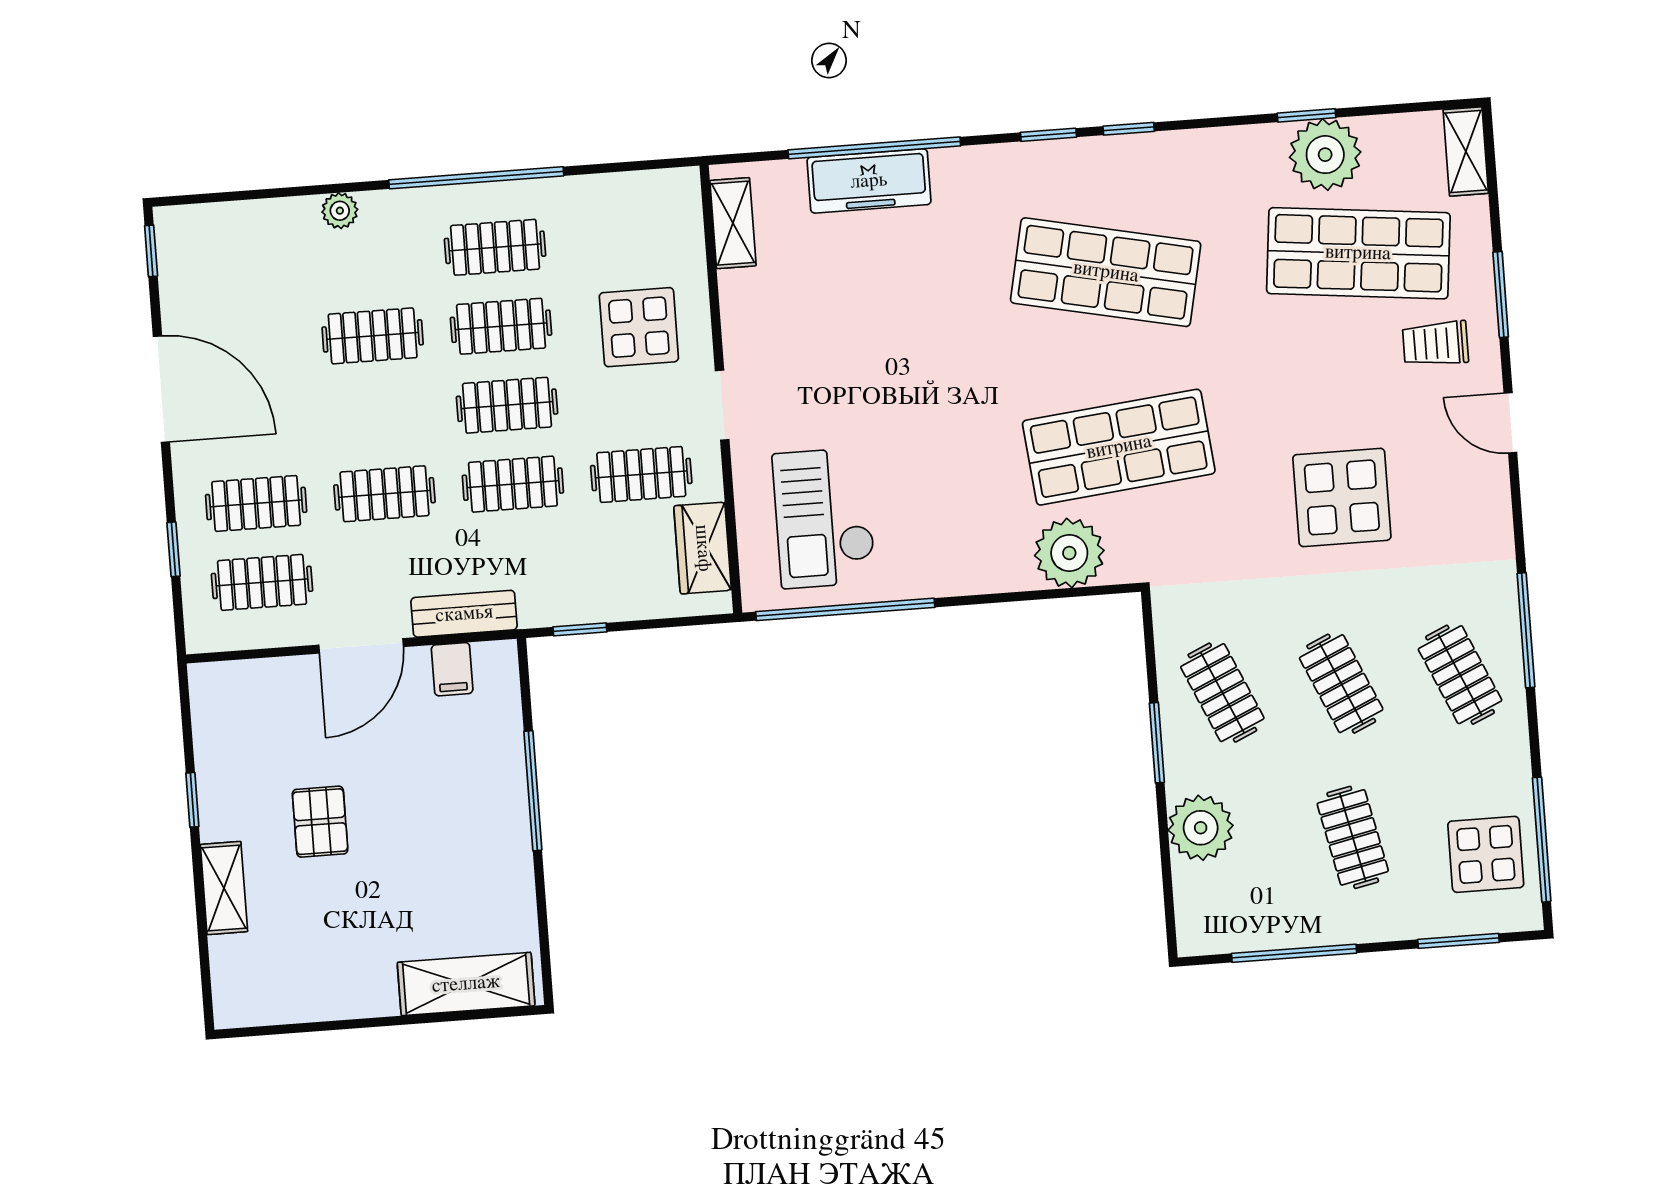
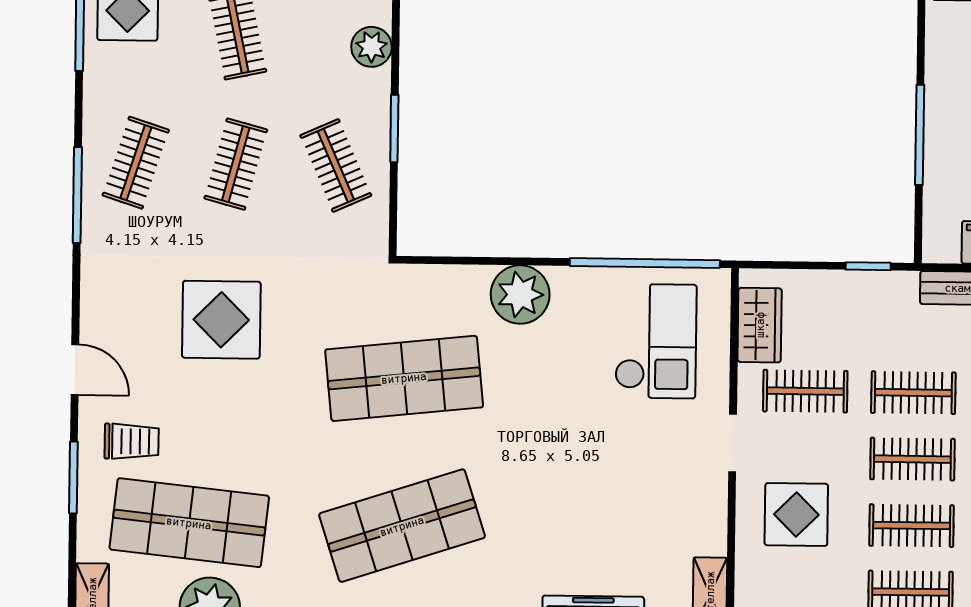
shop shelf: (1106, 272) -> (402, 526), turned -30
plant: (1069, 553) -> (520, 295), moved
clothes rail: (1460, 675) -> (136, 163), turned 42
clothes rail: (1341, 684) -> (236, 164), turned 39
plant: (1201, 828) -> (371, 47), width x0.73, depth x0.73

